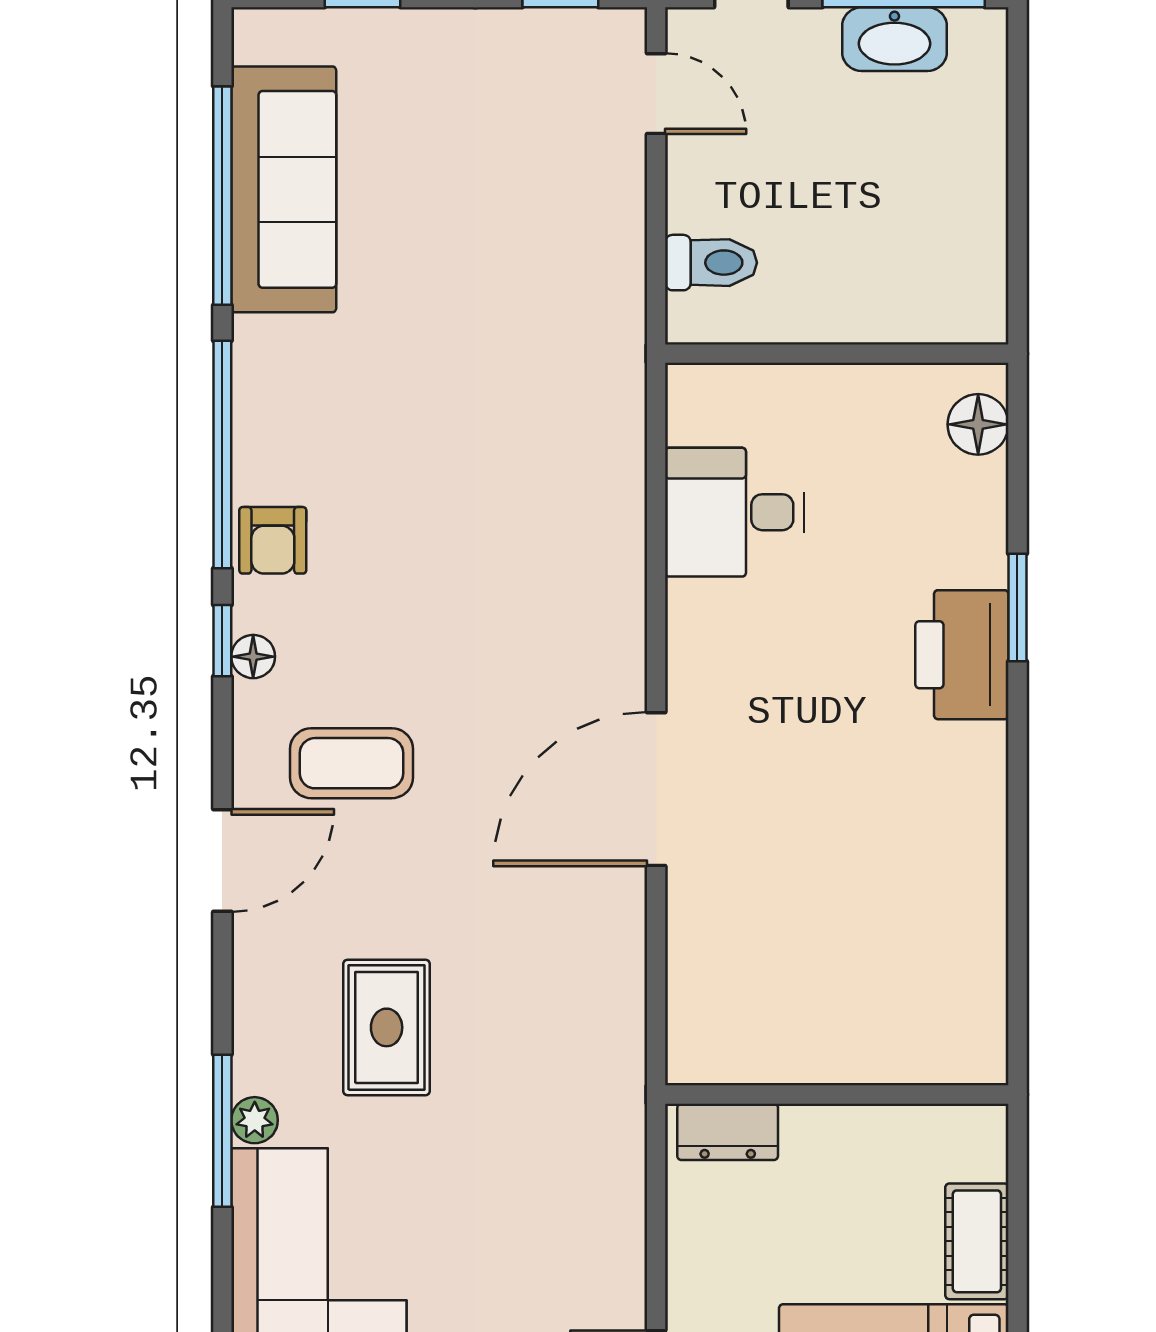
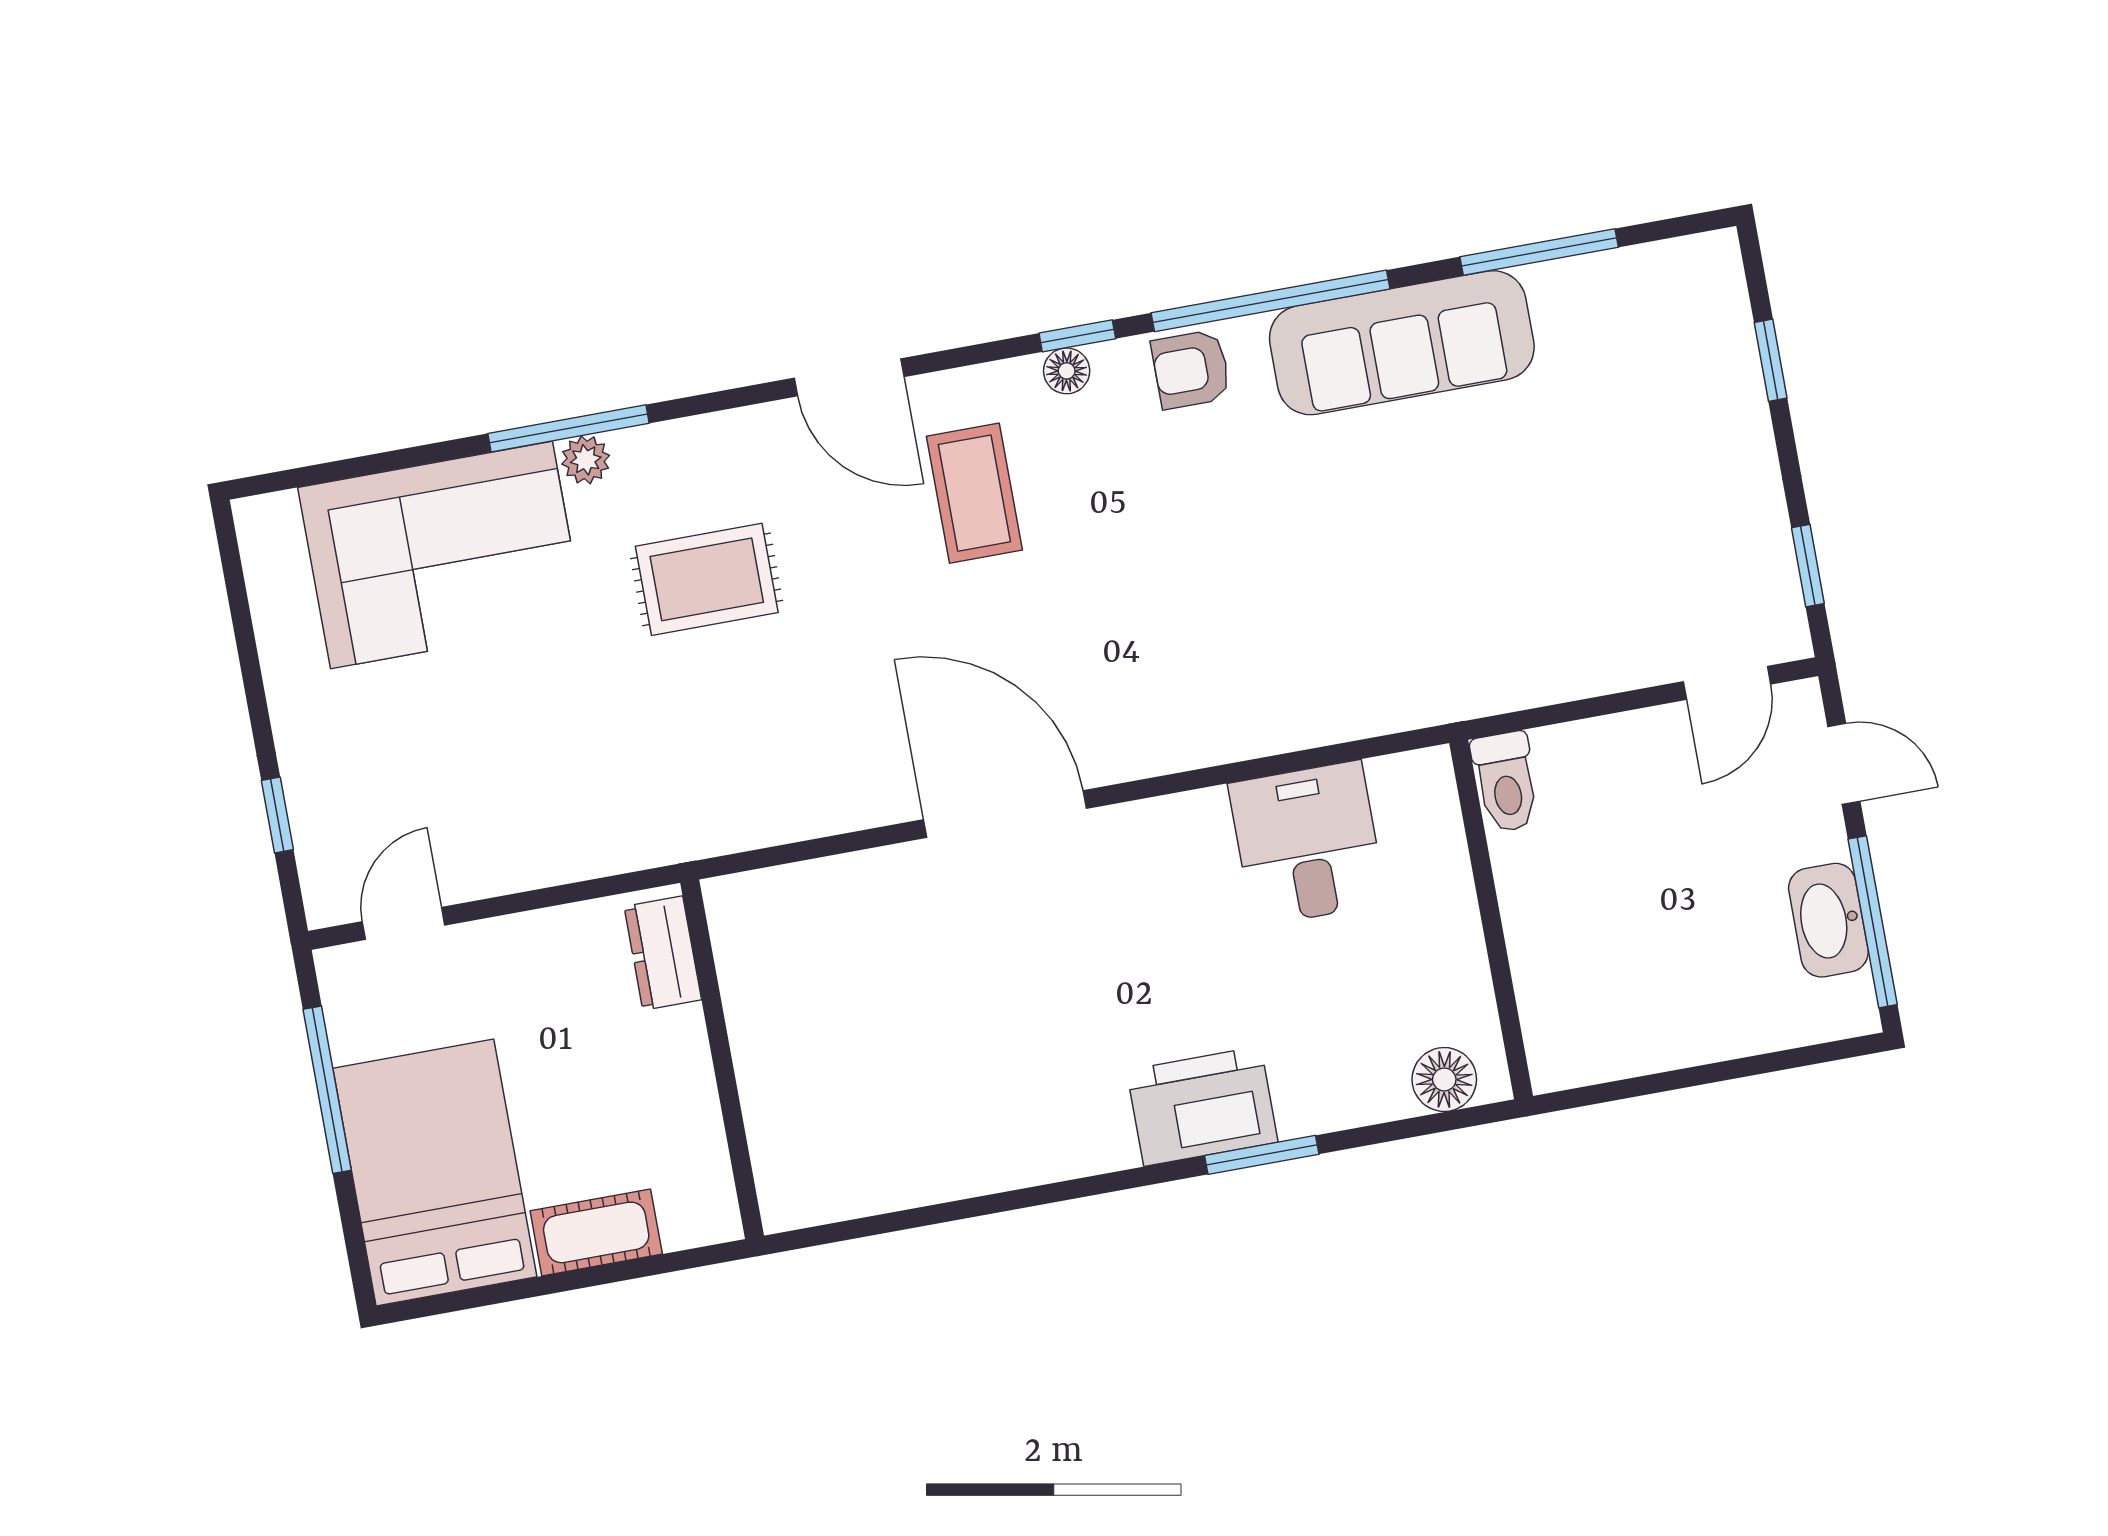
sofa: (284, 189) -> (1402, 343), moved
window: (222, 196) -> (1539, 252), width x0.68
toilet: (711, 263) -> (1506, 782), moved

